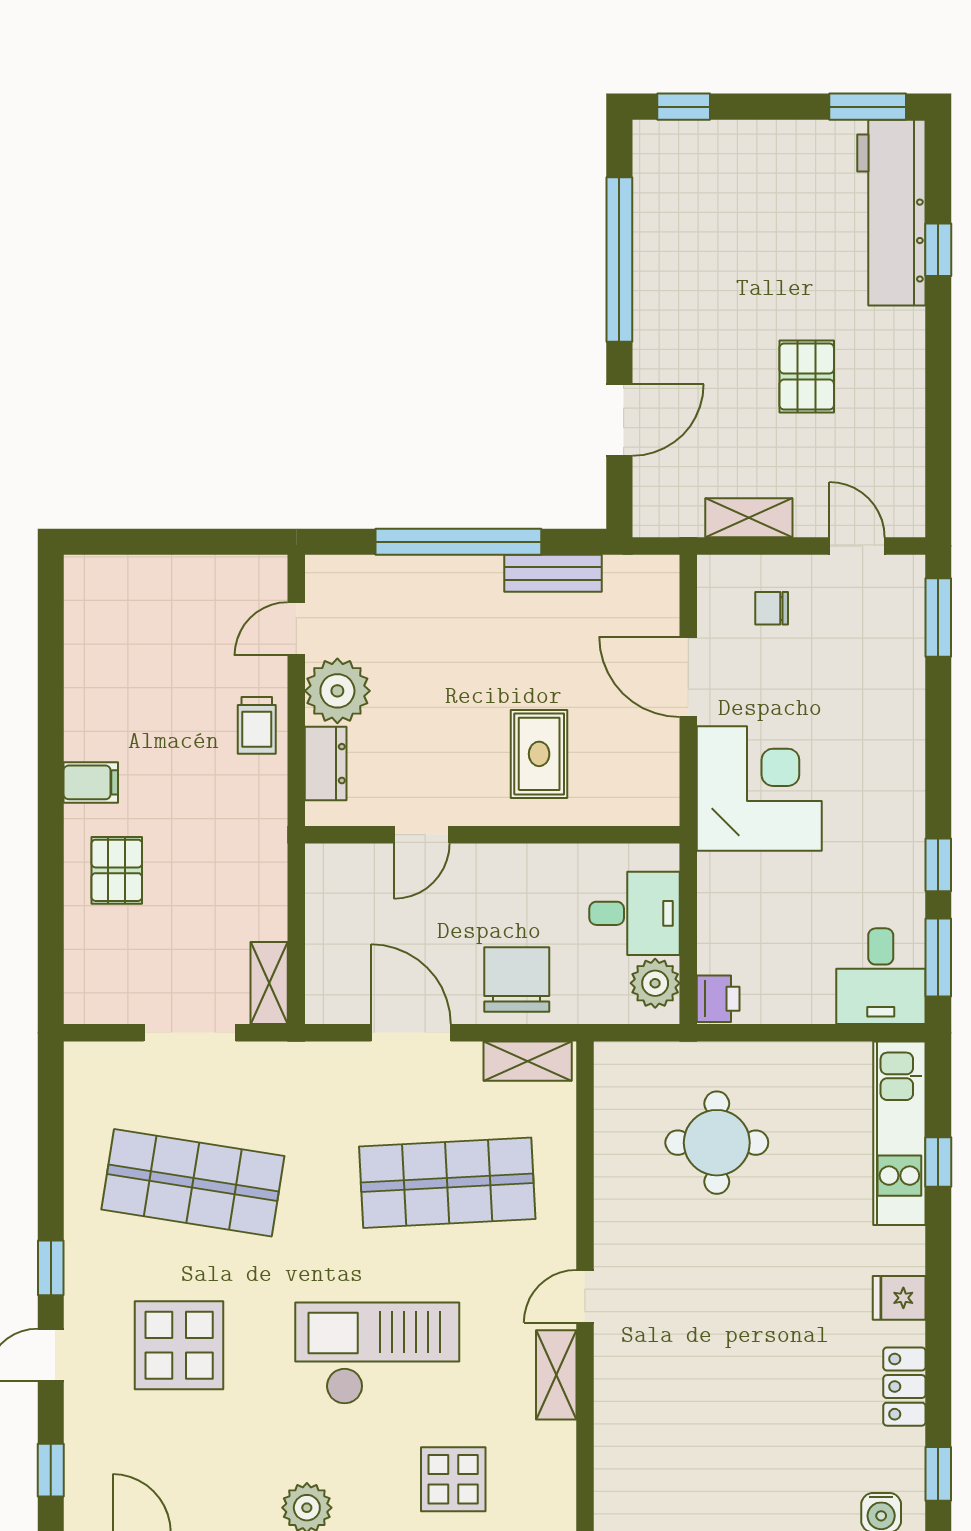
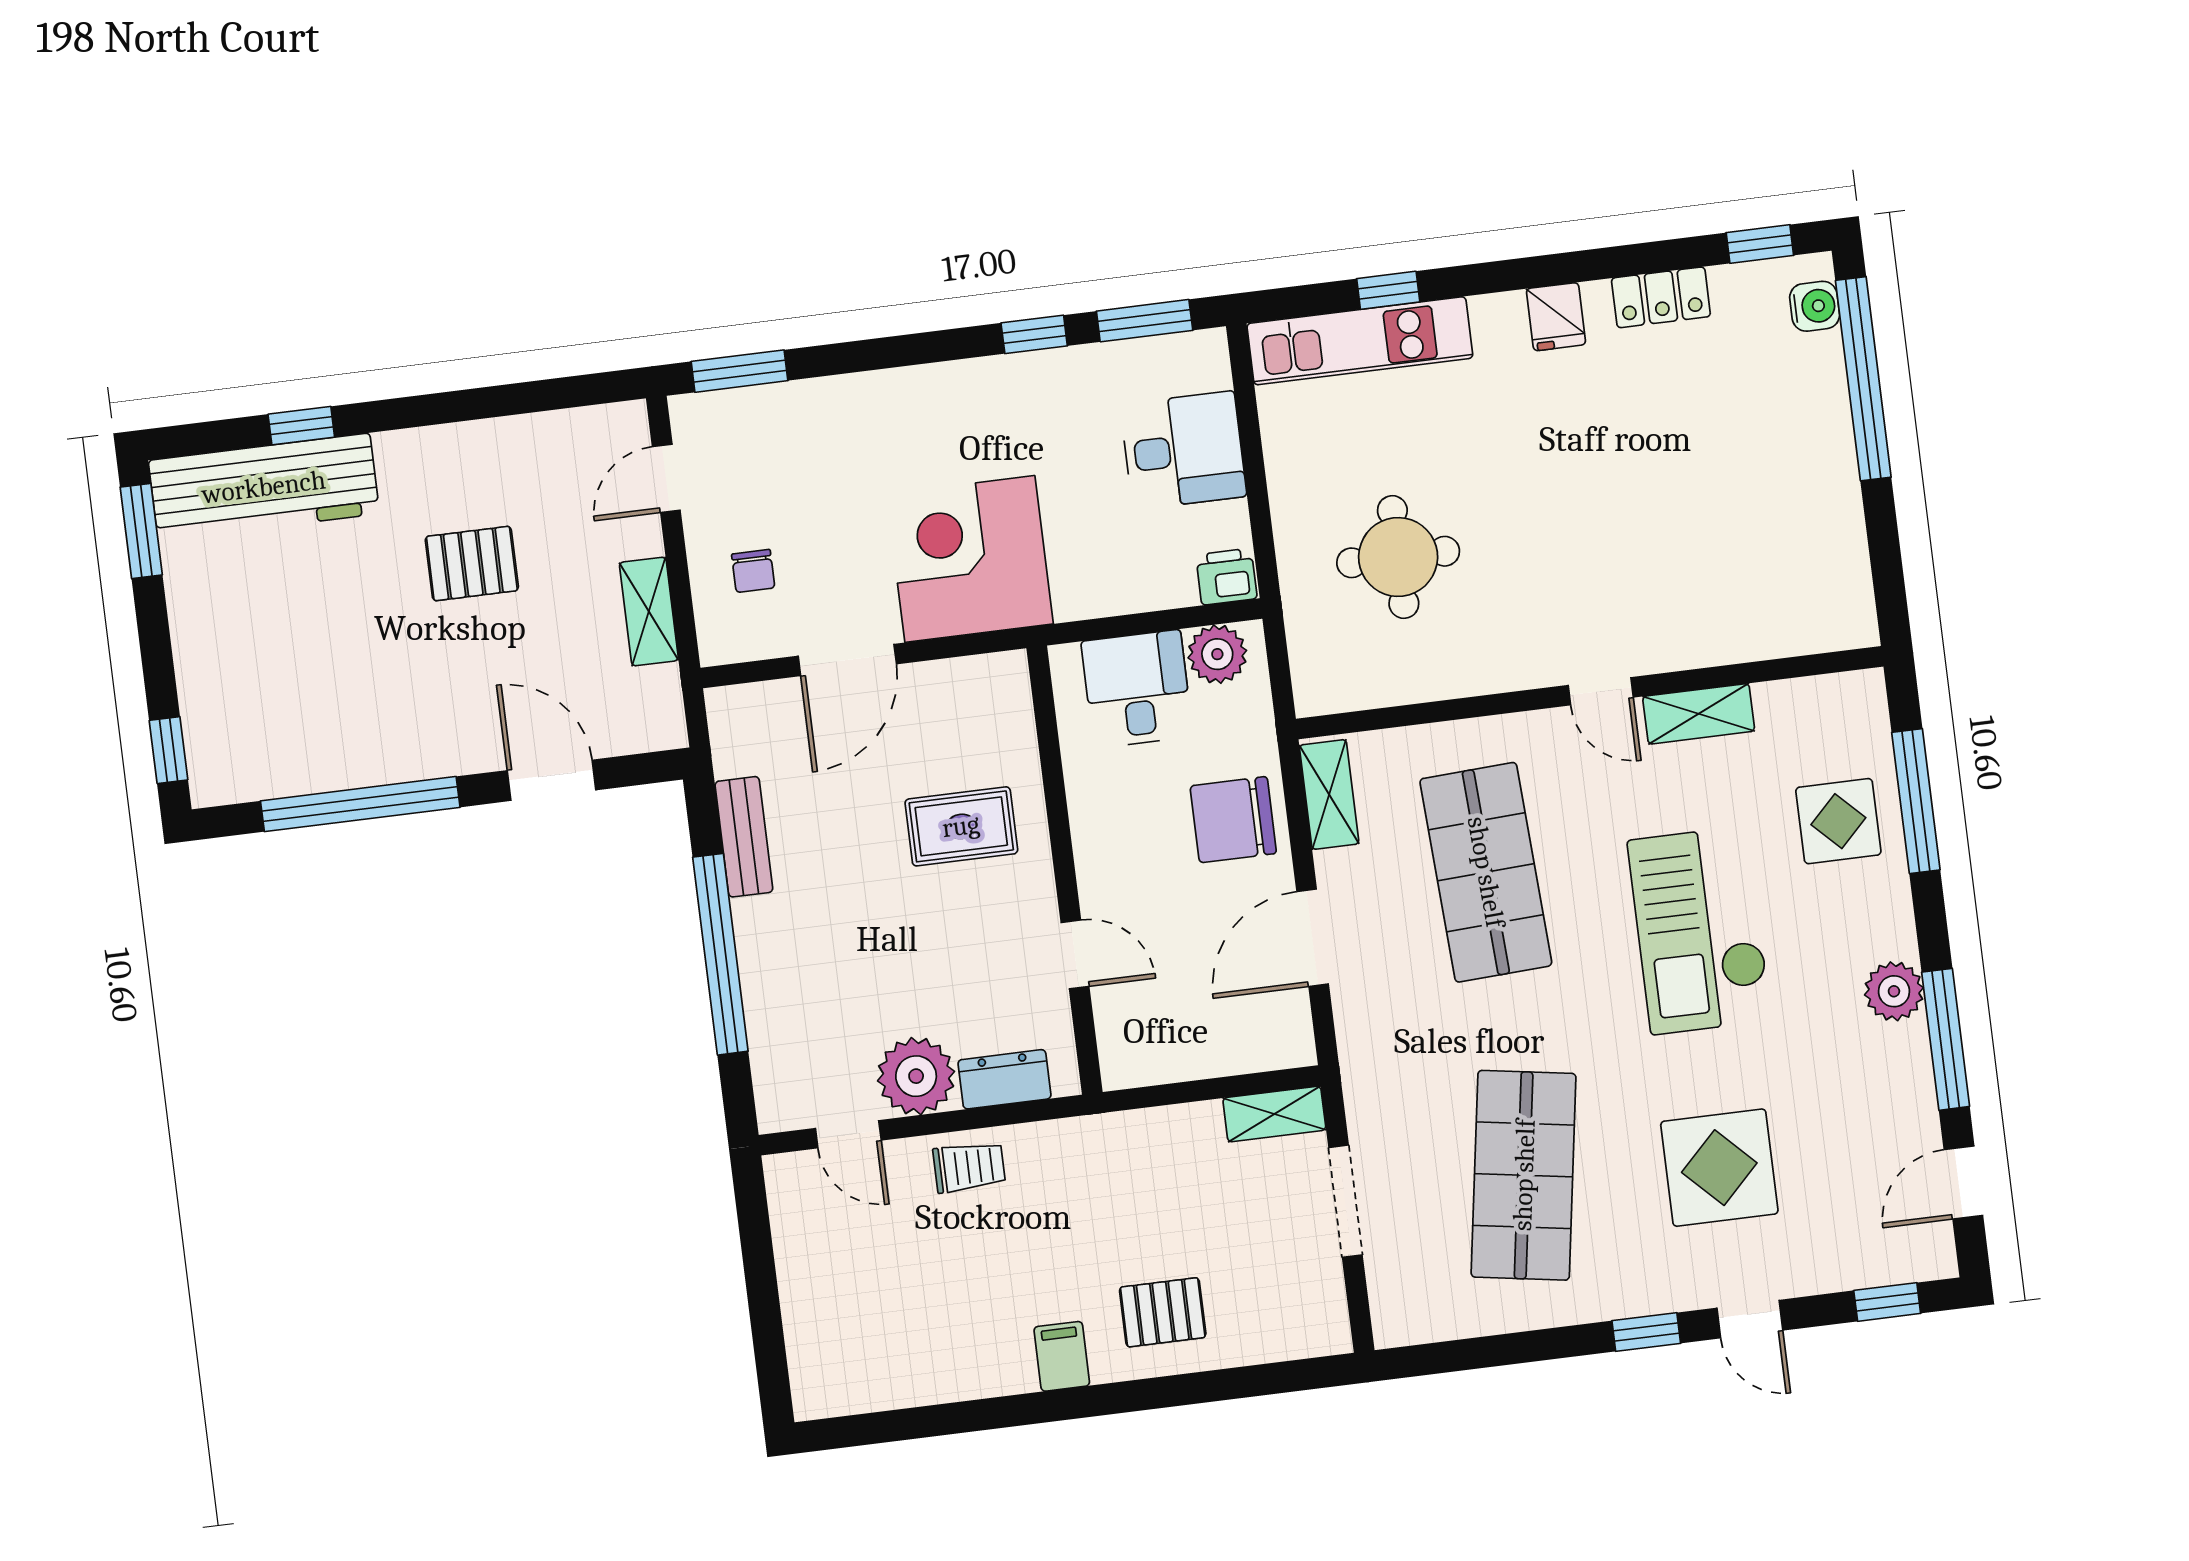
desk: (881, 976) -> (1183, 450), moved

